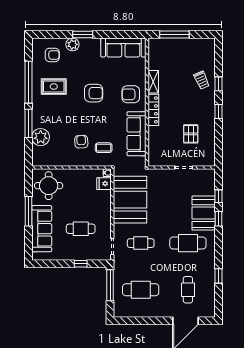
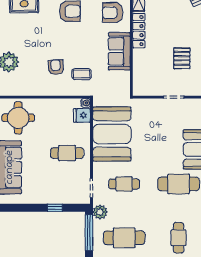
sofa: (136, 134) -> (119, 51), width x0.73
cafe table: (81, 229) -> (67, 153), moved
plant: (120, 267) -> (100, 212), added

